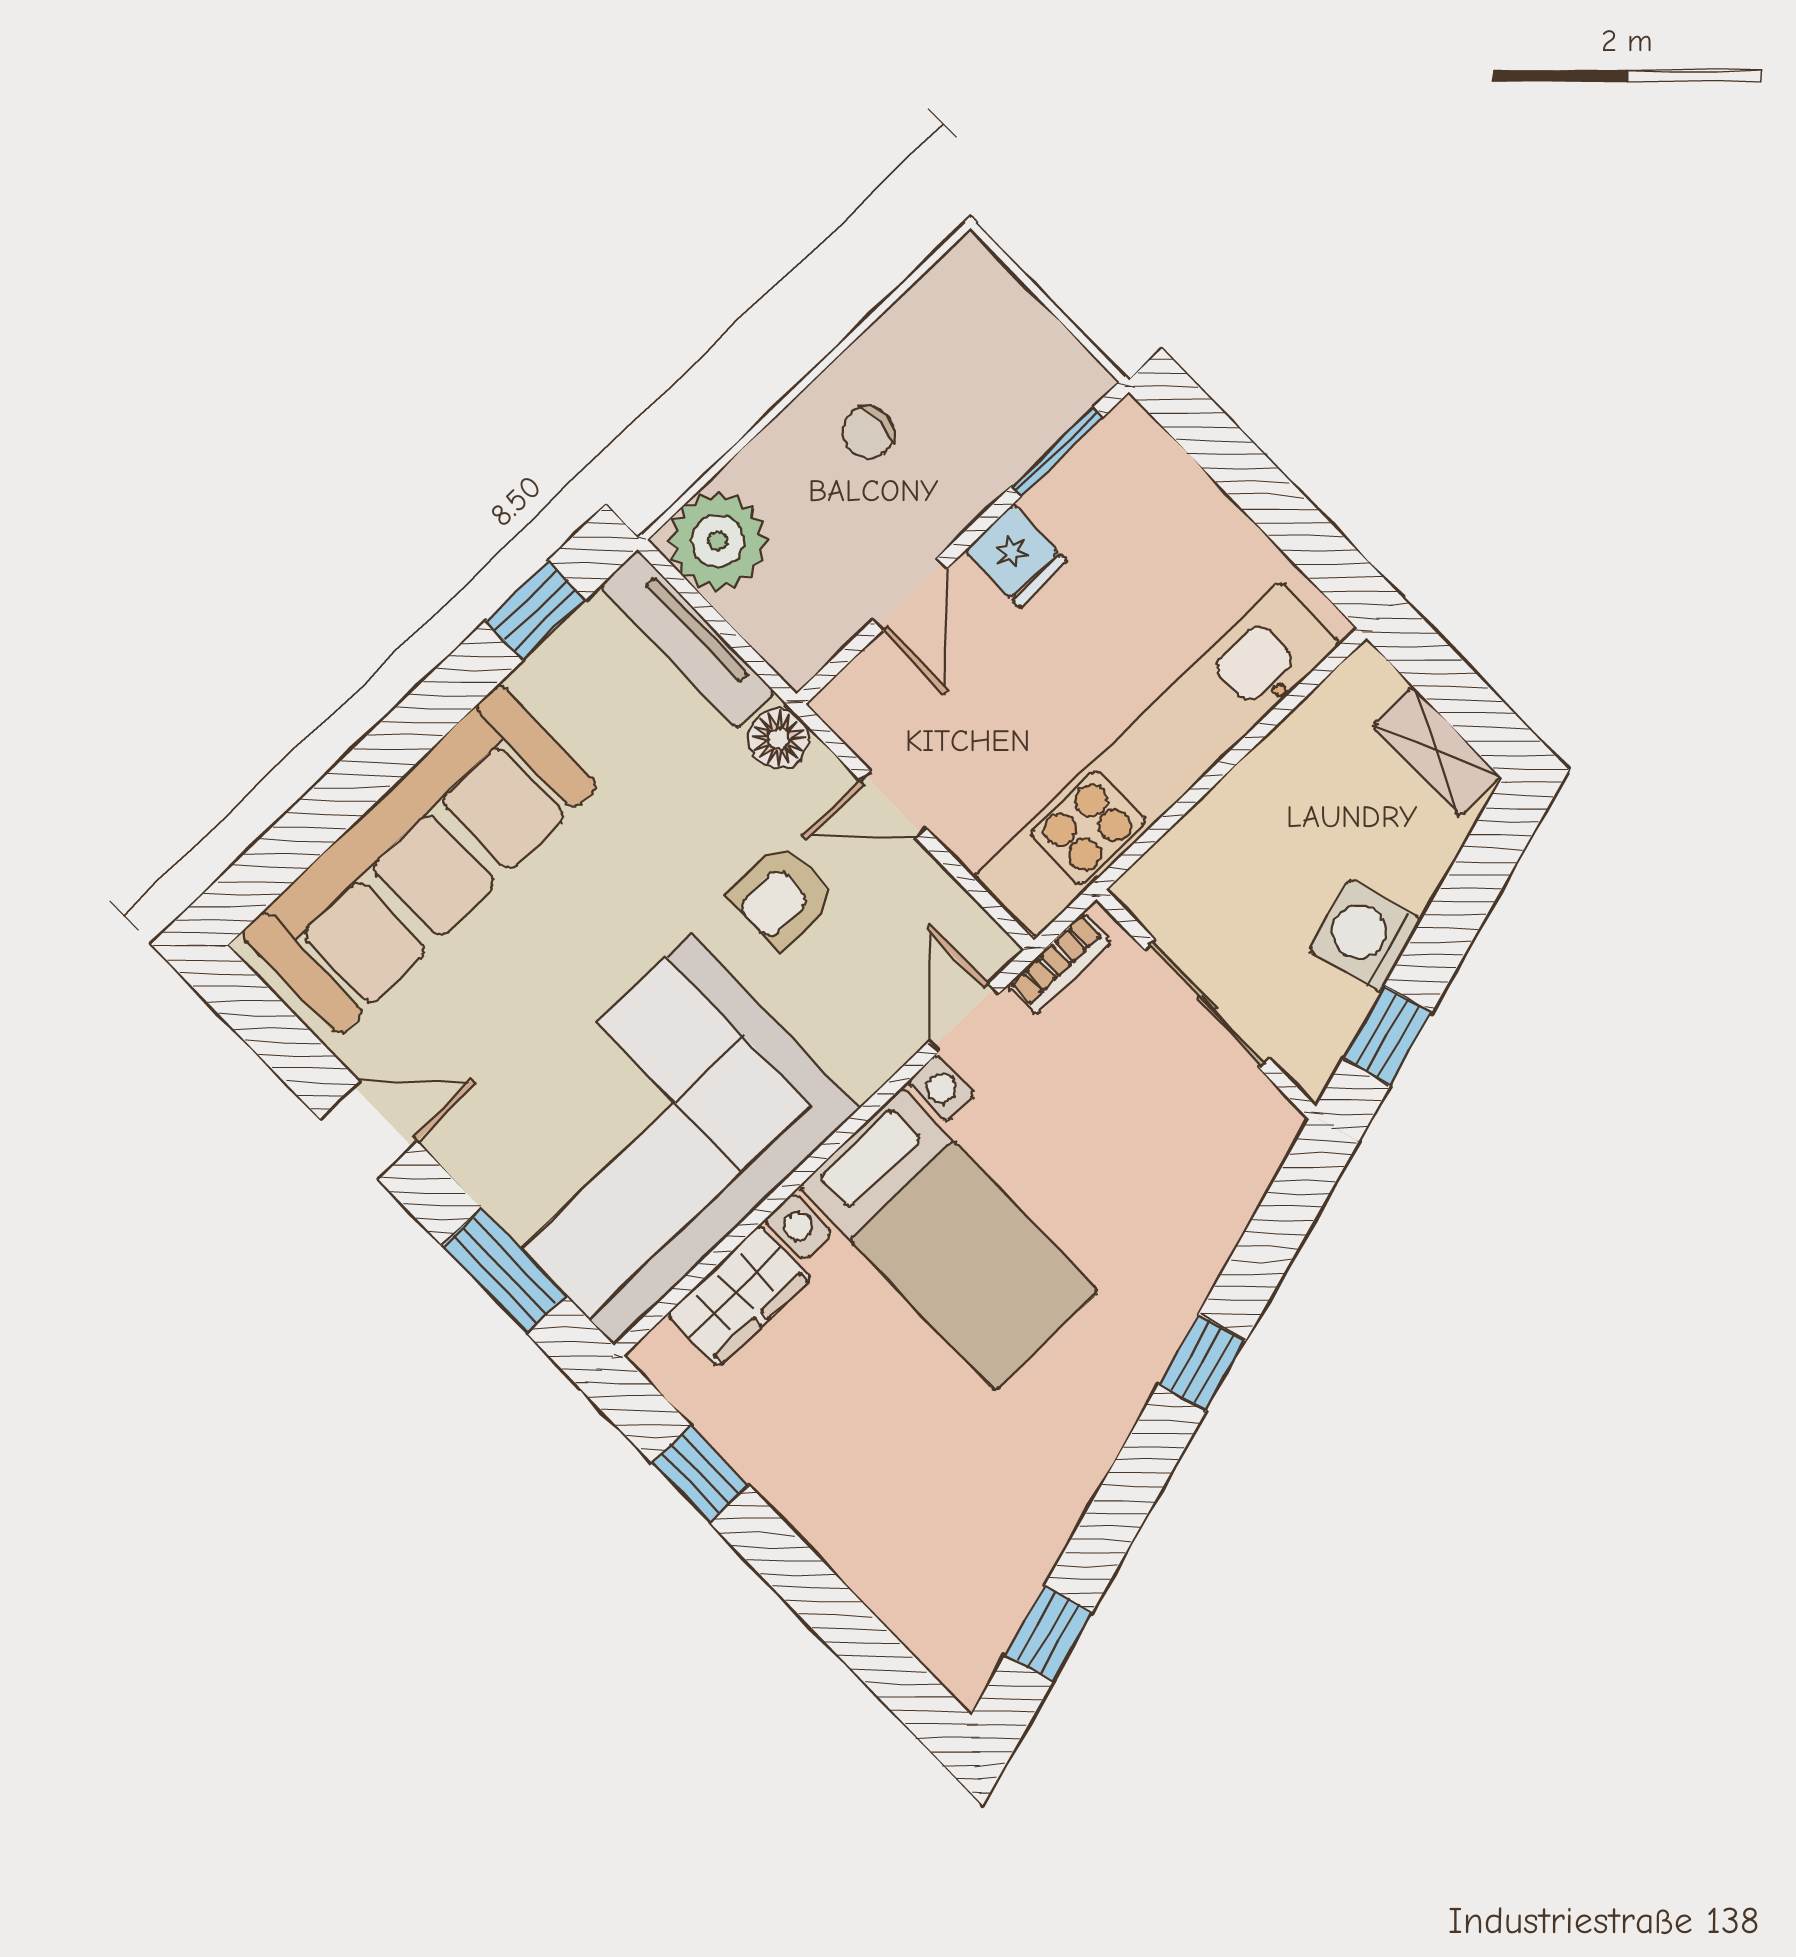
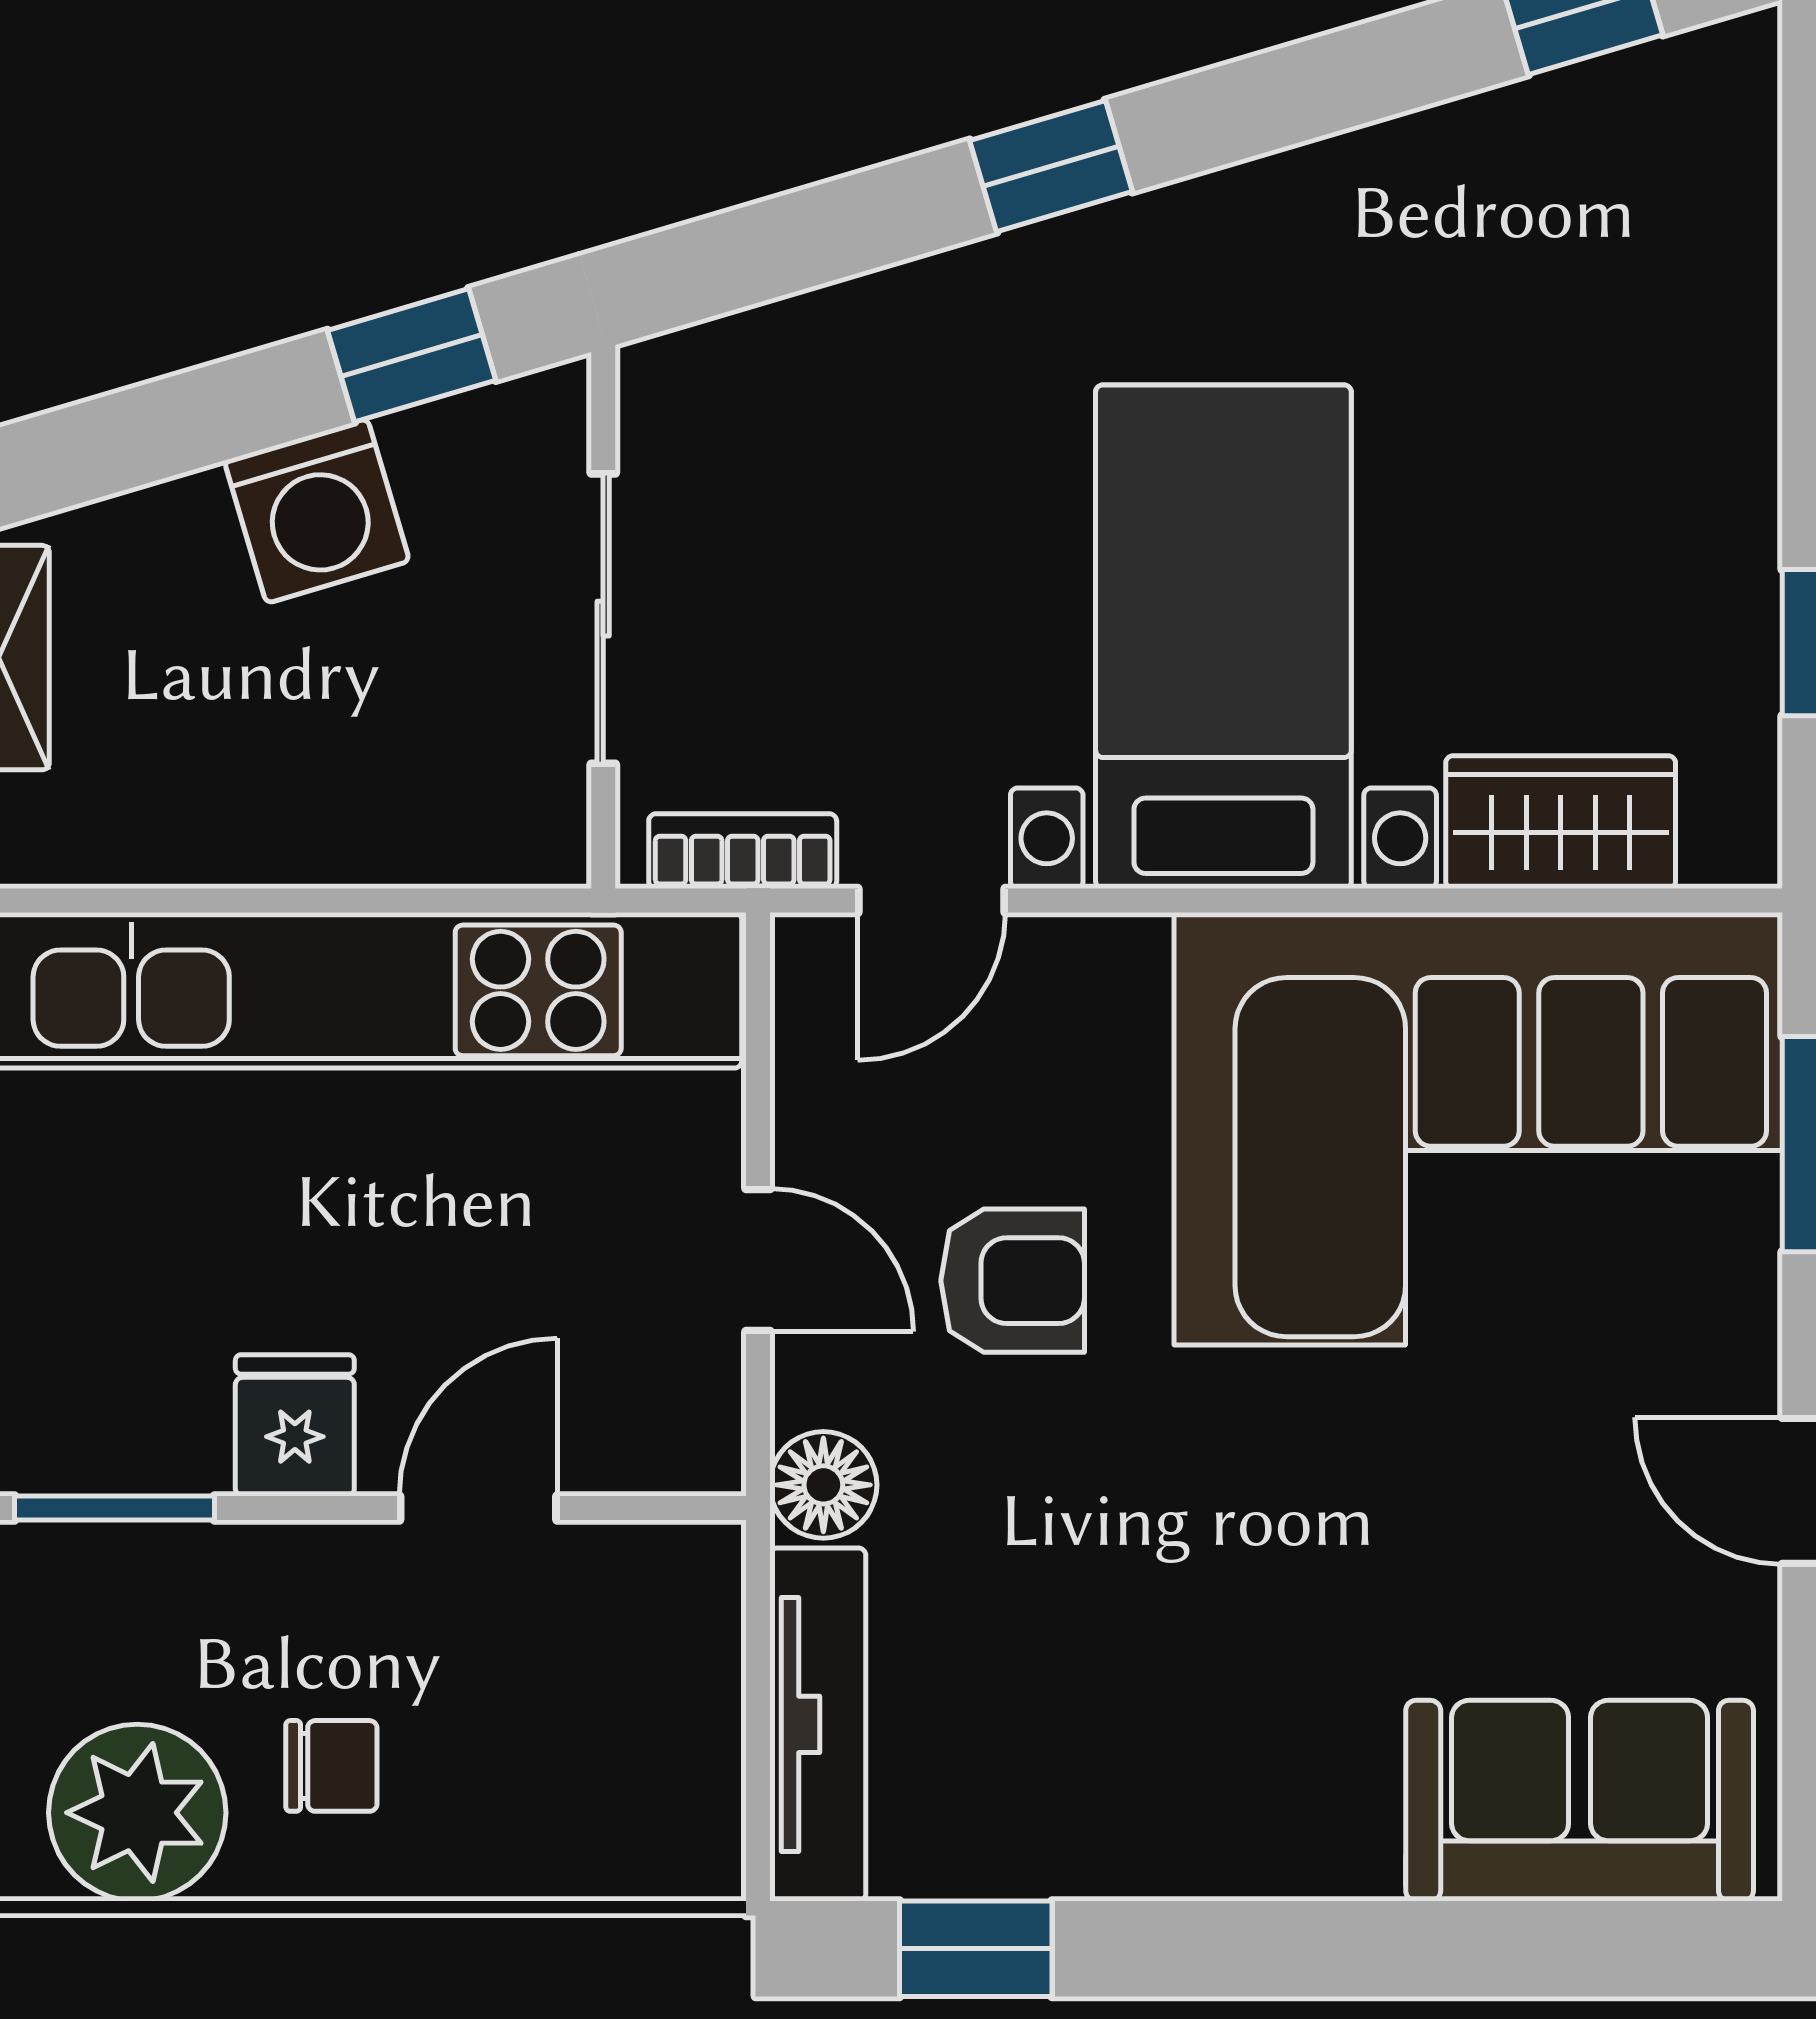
plant: (718, 541) -> (137, 1813), moved
sofa: (419, 860) -> (1580, 1801), width x0.54, depth x0.79

